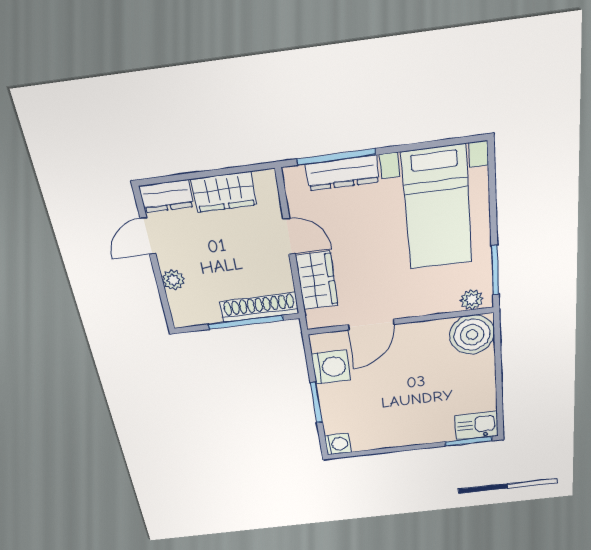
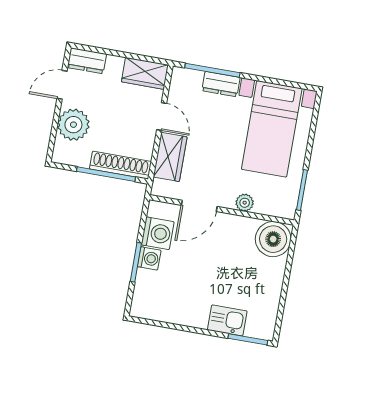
dresser: (343, 173) -> (221, 84), width x0.70
wardrobe: (224, 192) -> (145, 73), moved
plant: (173, 280) -> (73, 125), width x1.87, depth x1.87
plant: (472, 300) -> (245, 203), moved
kitchen sink: (476, 426) -> (227, 320), moved
washing machine: (338, 444) -> (149, 258), moved

